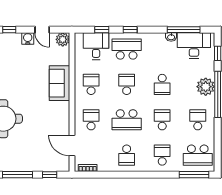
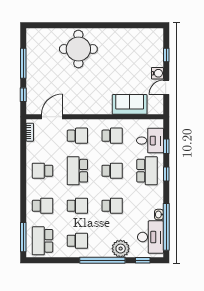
window: (184, 30) -> (166, 227), width x1.46
plant: (63, 39) -> (157, 108), removed
sofa: (59, 83) -> (130, 104), moved
school desk: (162, 84) -> (112, 206), turned 180
plant: (206, 87) -> (121, 249), moved

